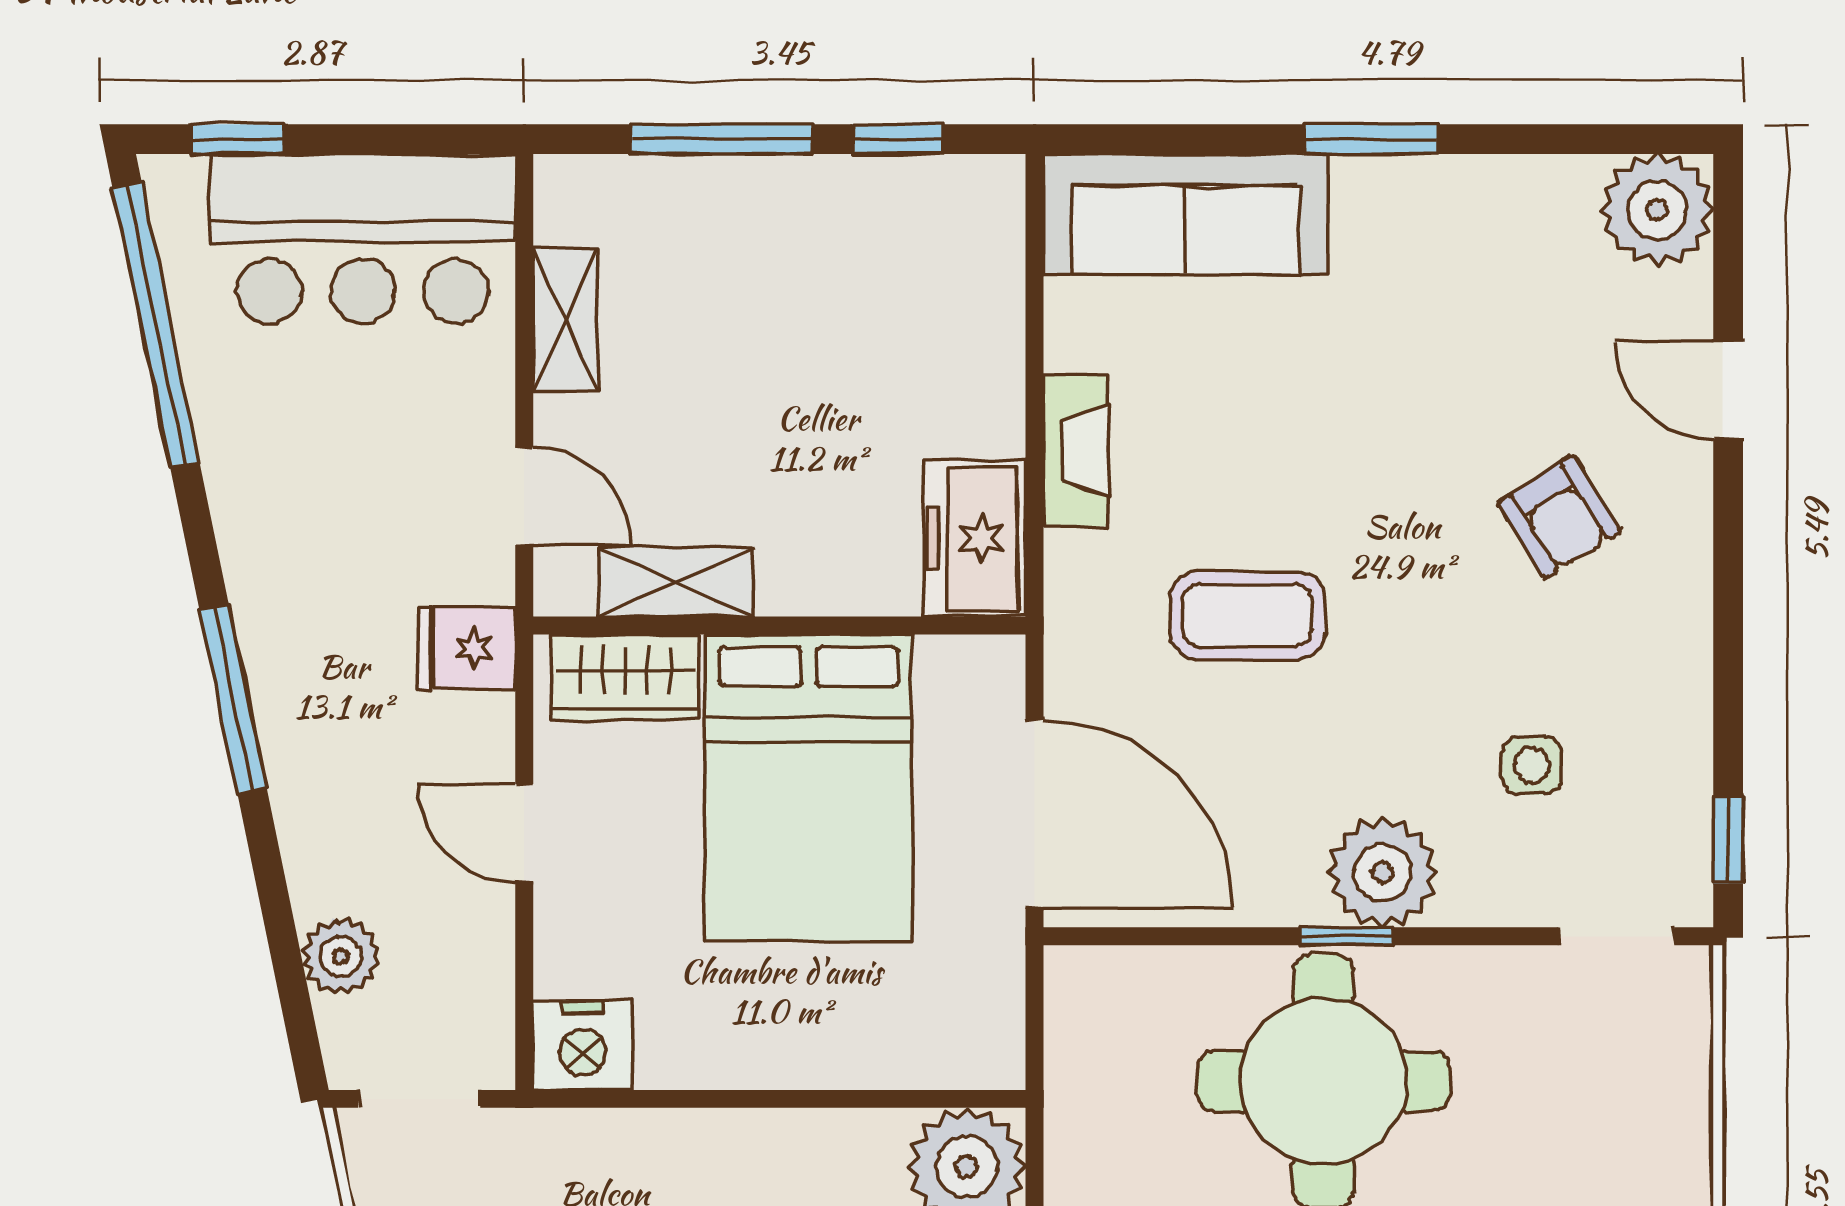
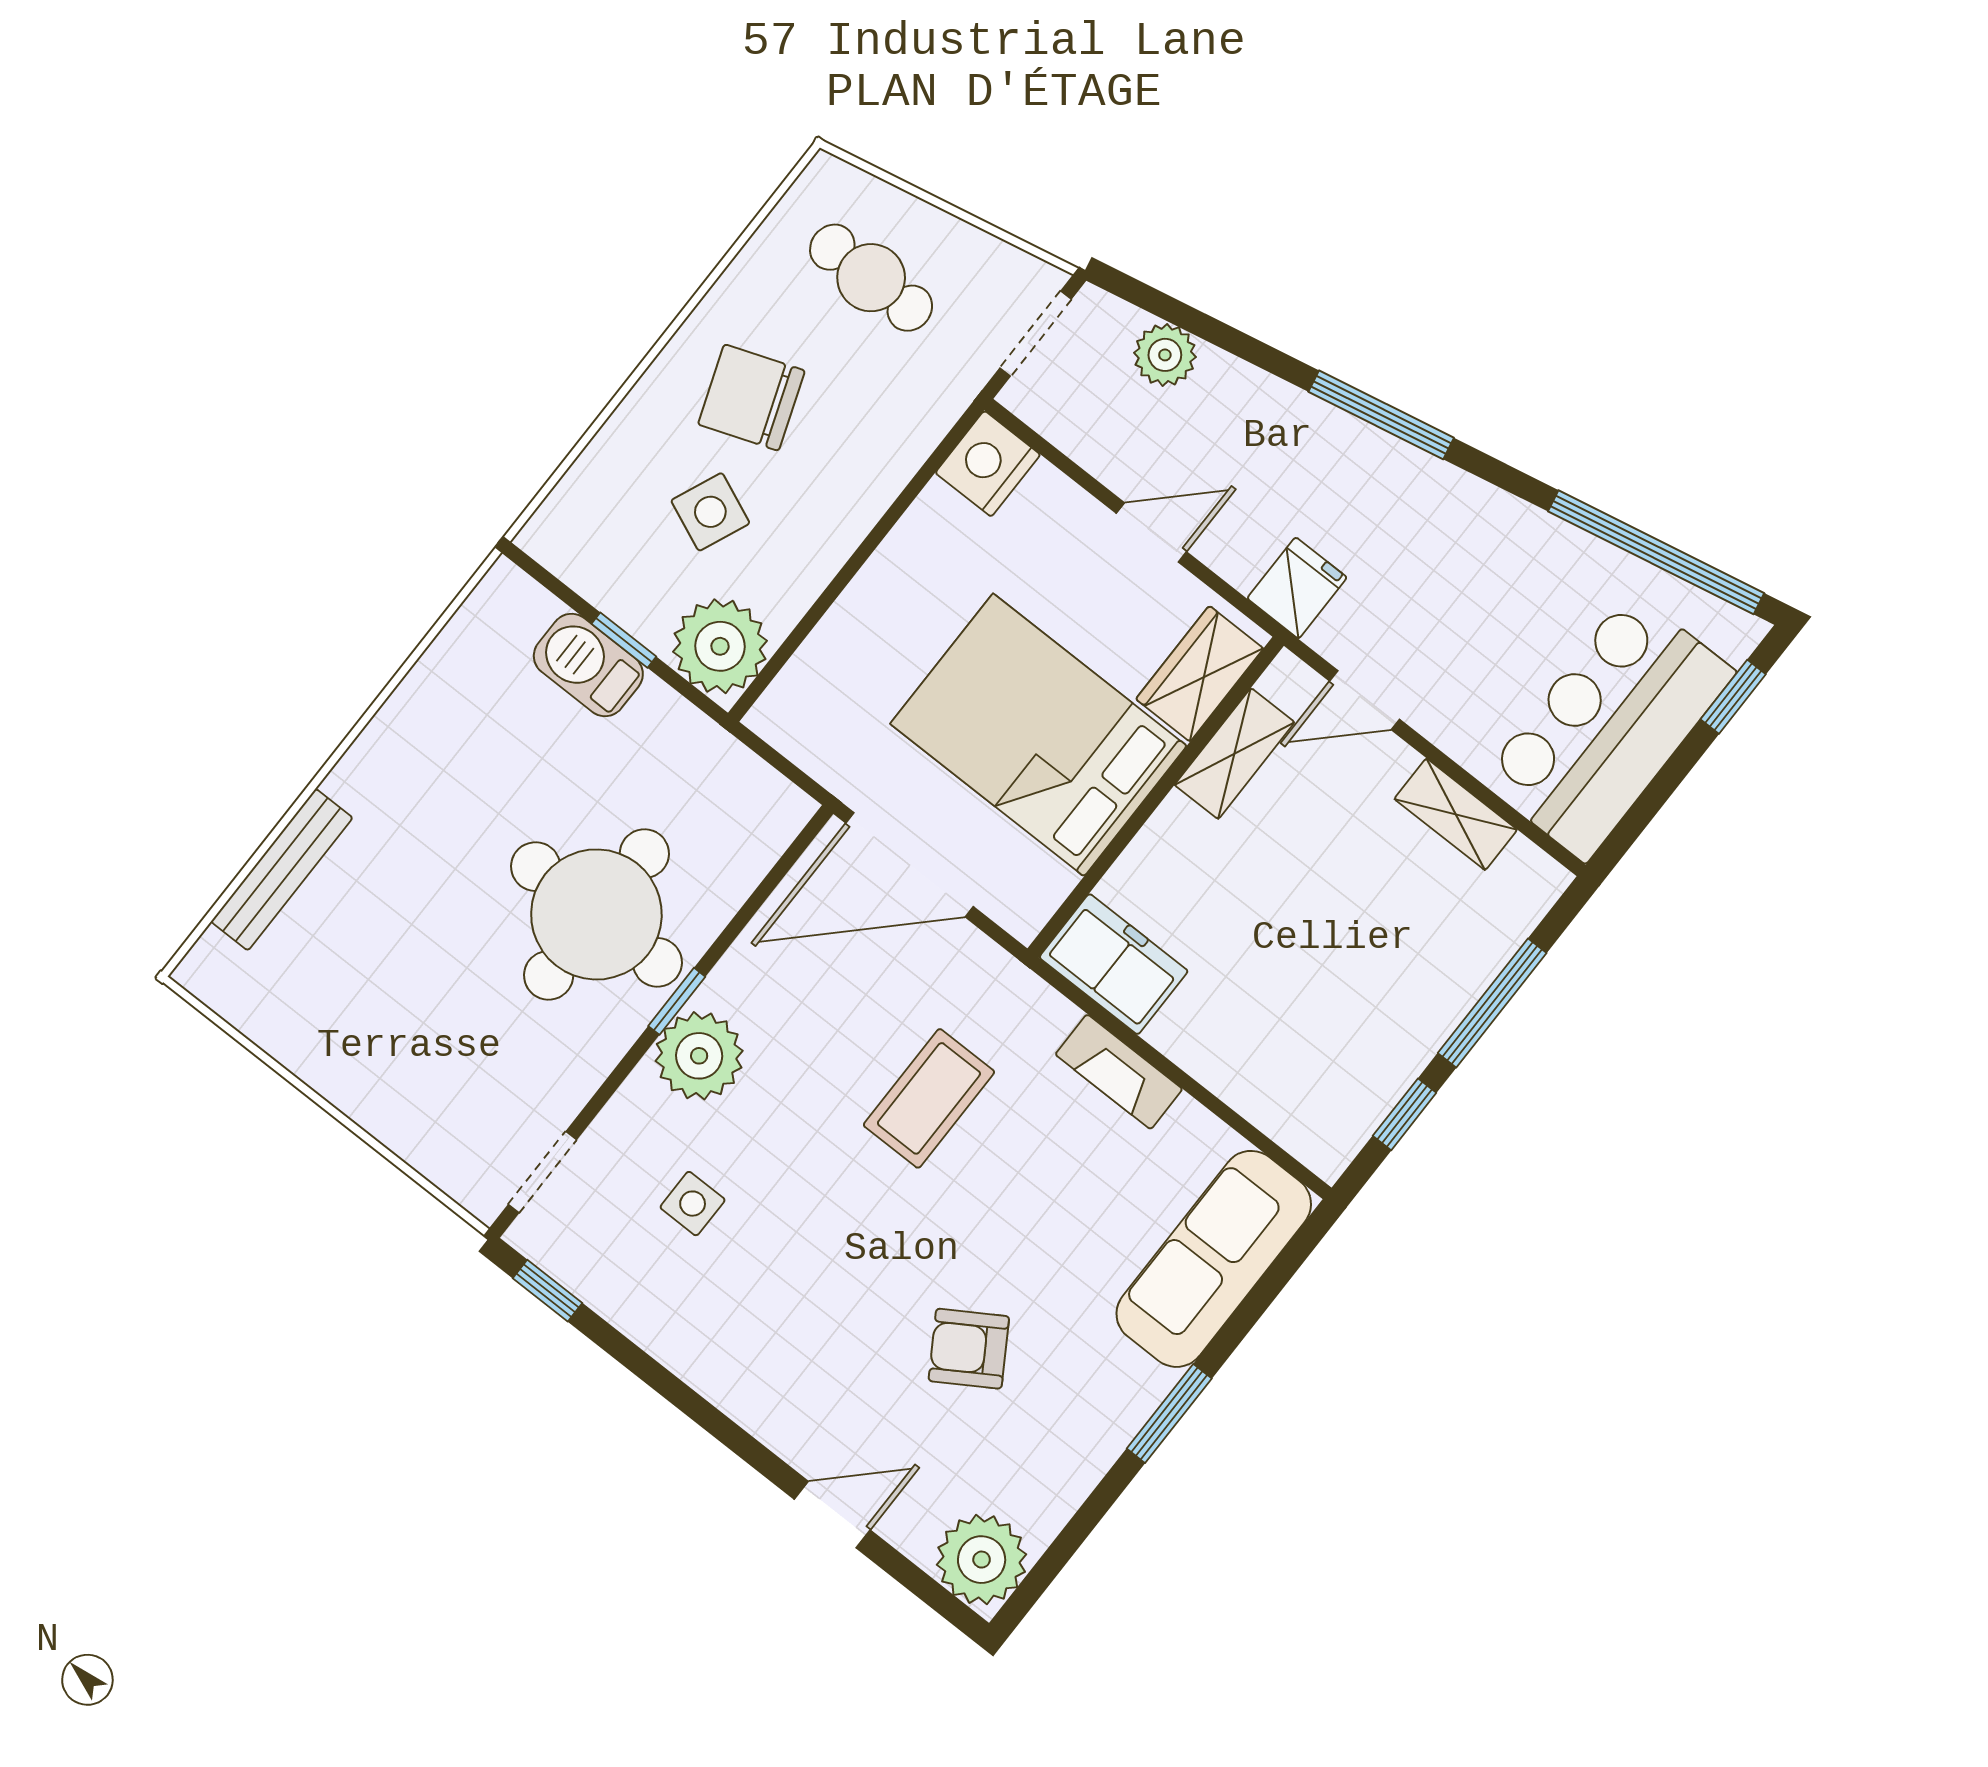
armchair: (1559, 517) -> (969, 1349), moved

